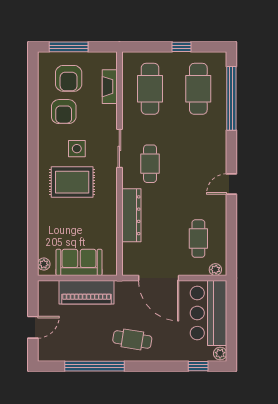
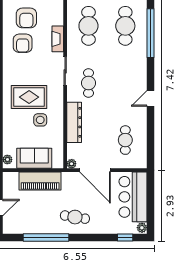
fireplace: (110, 87) -> (58, 39), moved
side table: (77, 149) -> (40, 120), moved
plant: (215, 270) -> (72, 164), moved

